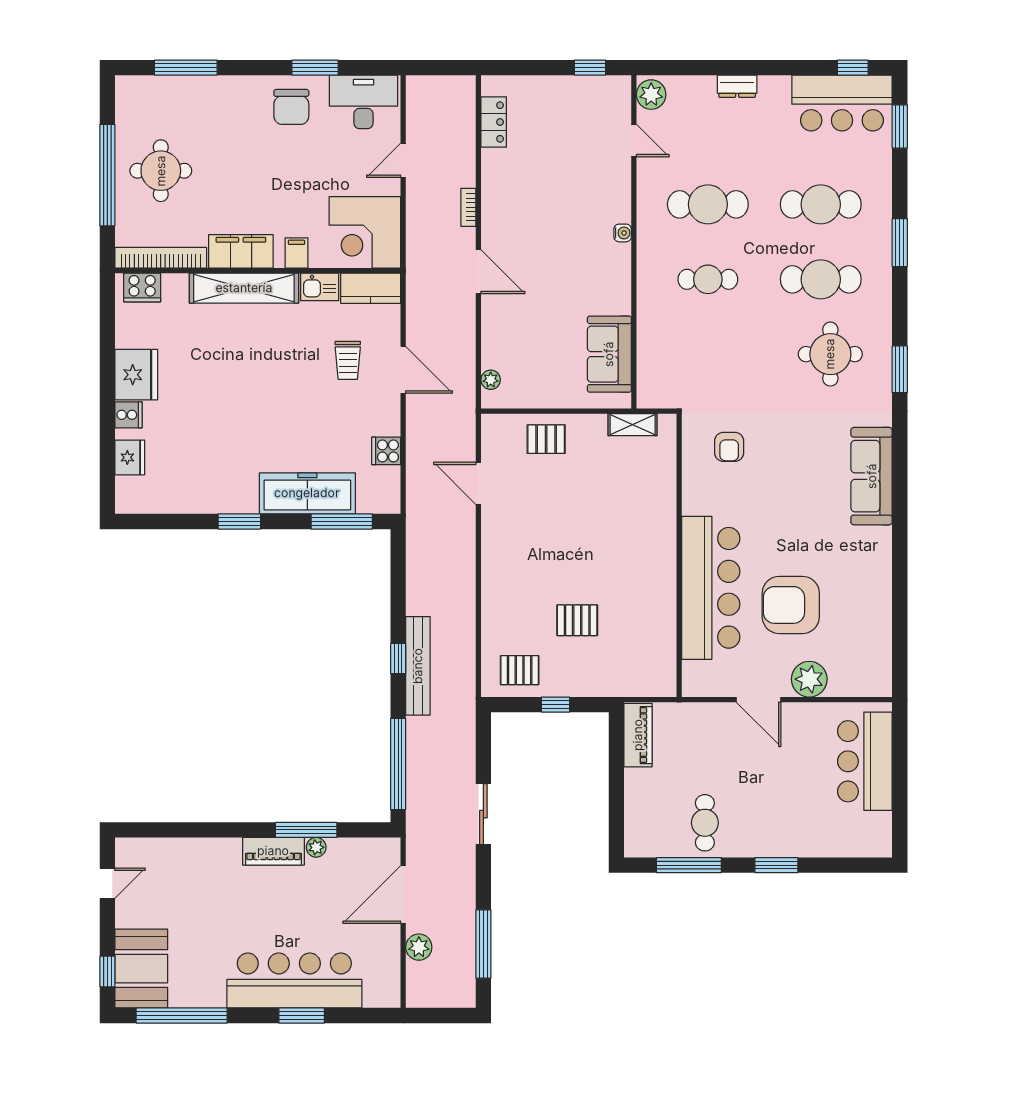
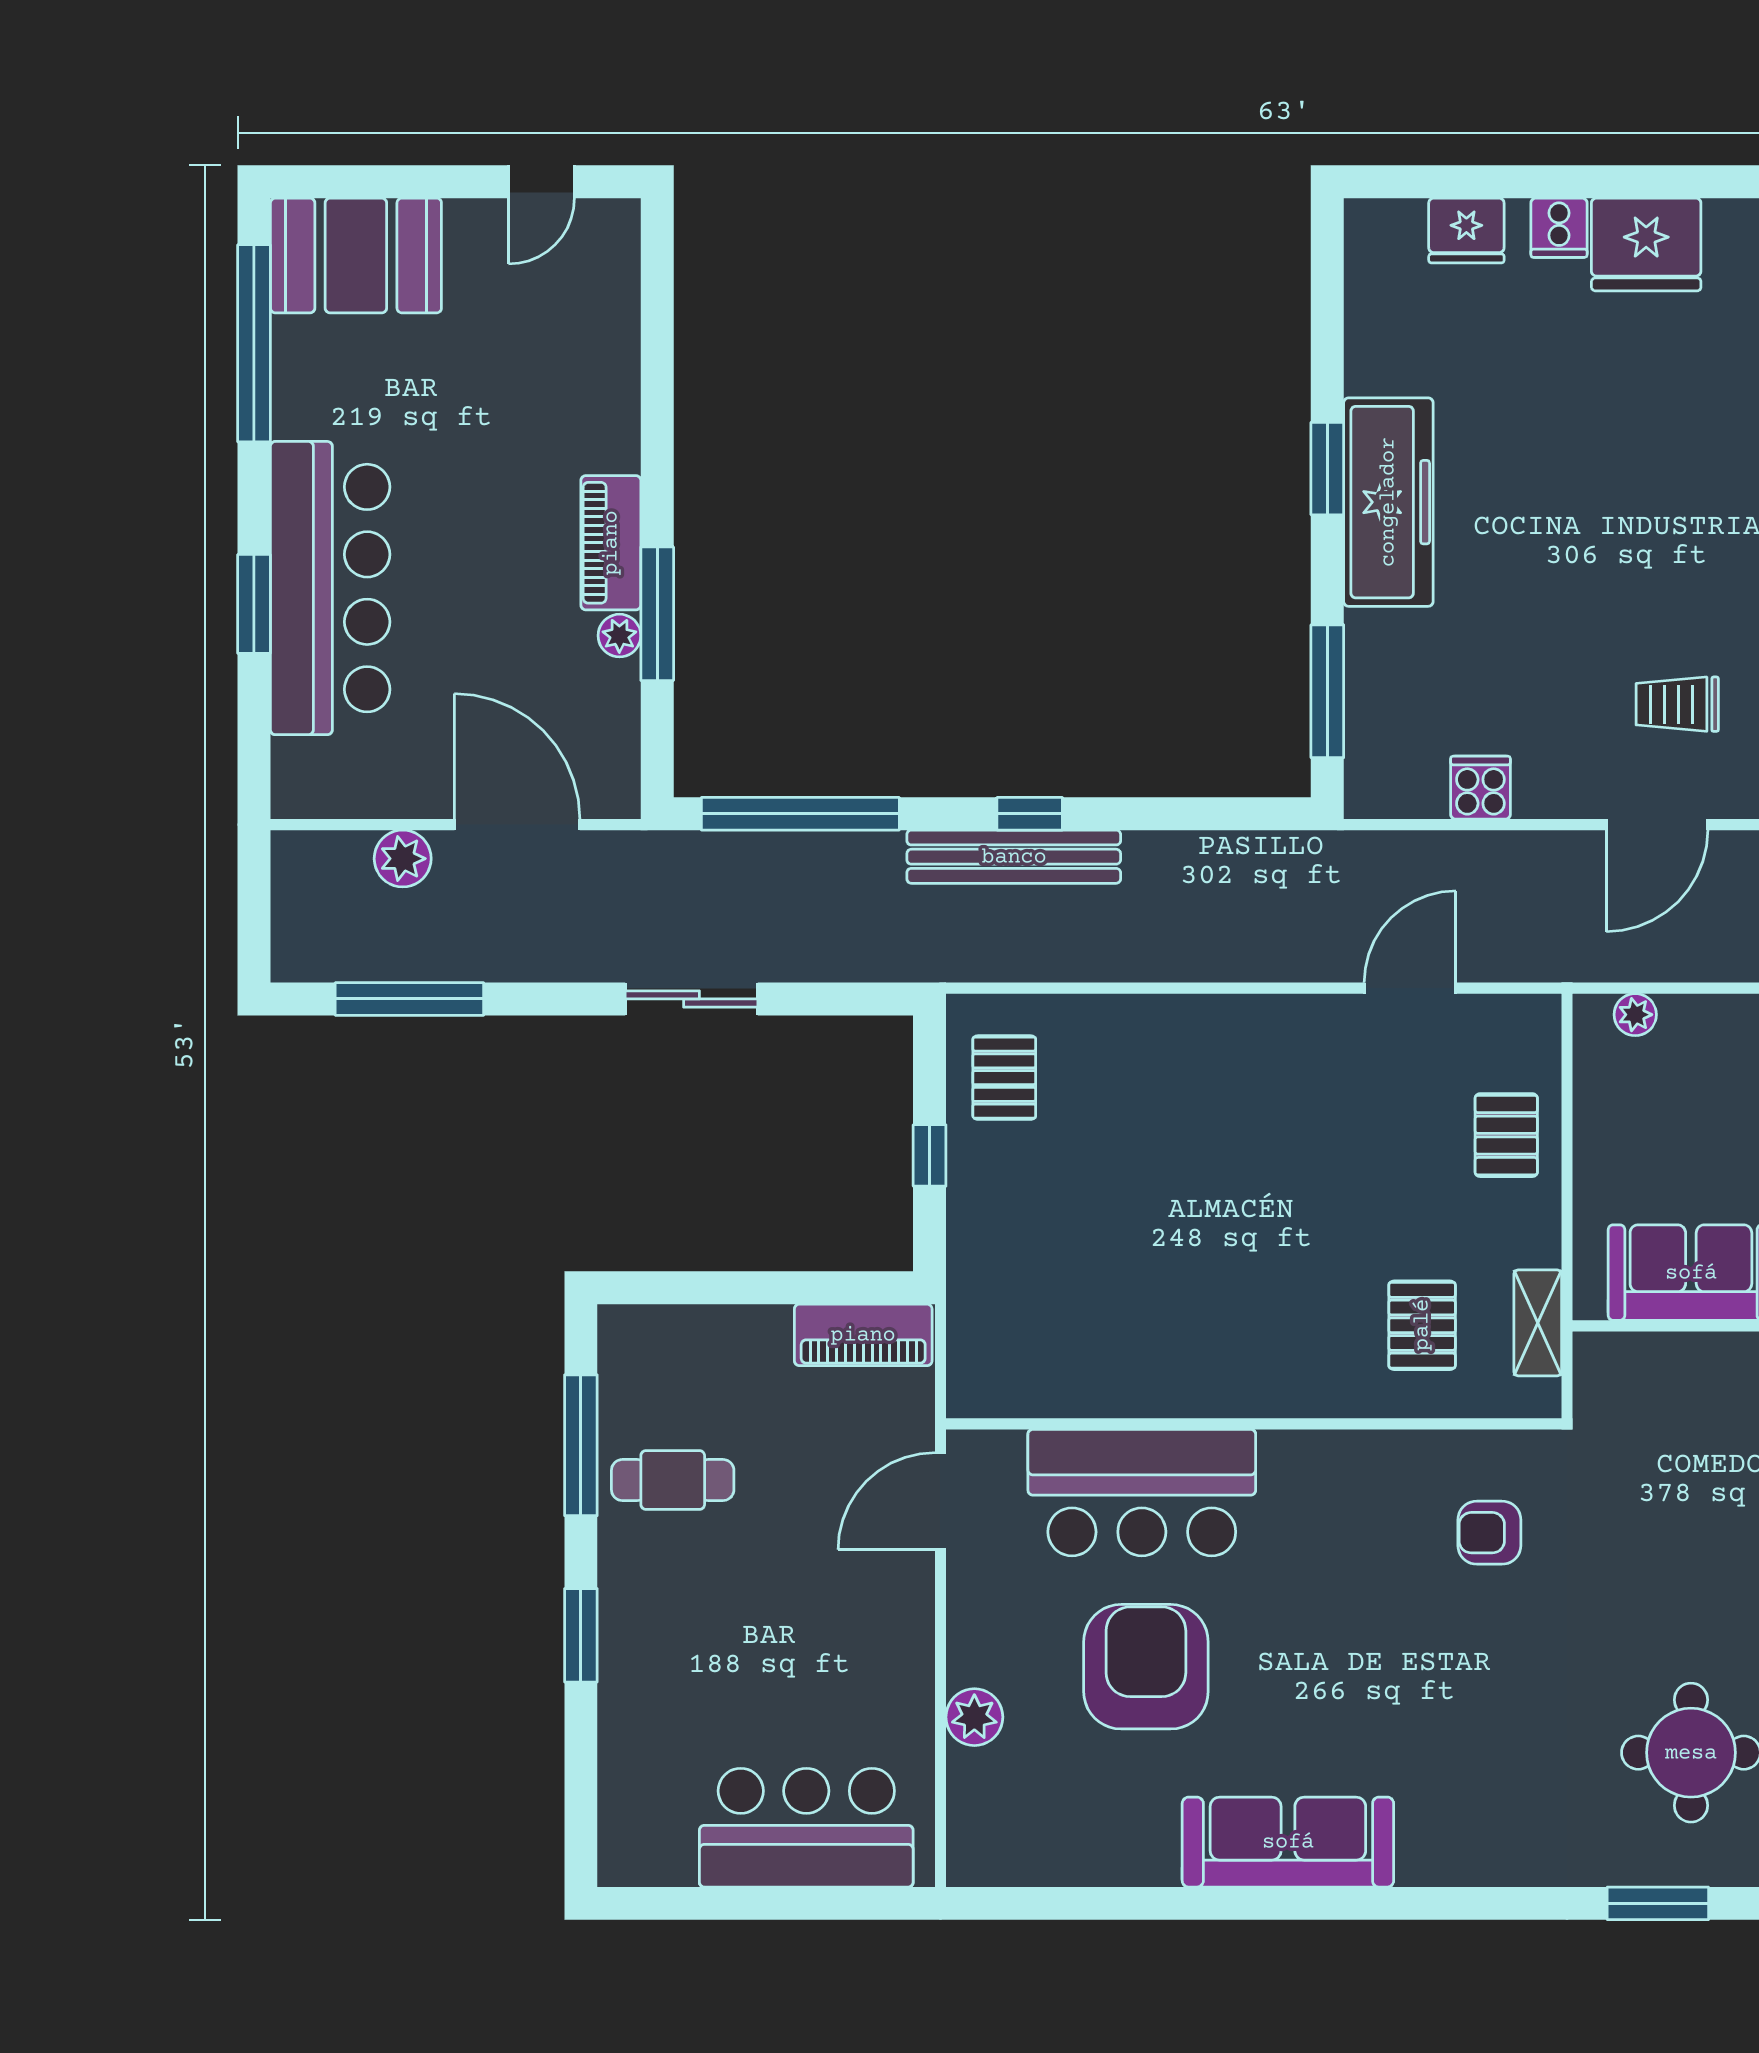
sofa: (872, 476) -> (1288, 1842), moved
freezer: (307, 493) -> (1388, 502), moved
bar counter: (711, 588) -> (1142, 1493), width x0.73
pallet: (577, 620) -> (1422, 1325), moved
plant: (809, 679) -> (974, 1717), width x0.73, depth x0.73
door: (758, 700) -> (940, 1501), moved
door: (107, 883) -> (542, 182), hinge flipped
window: (107, 971) -> (350, 182), removed

